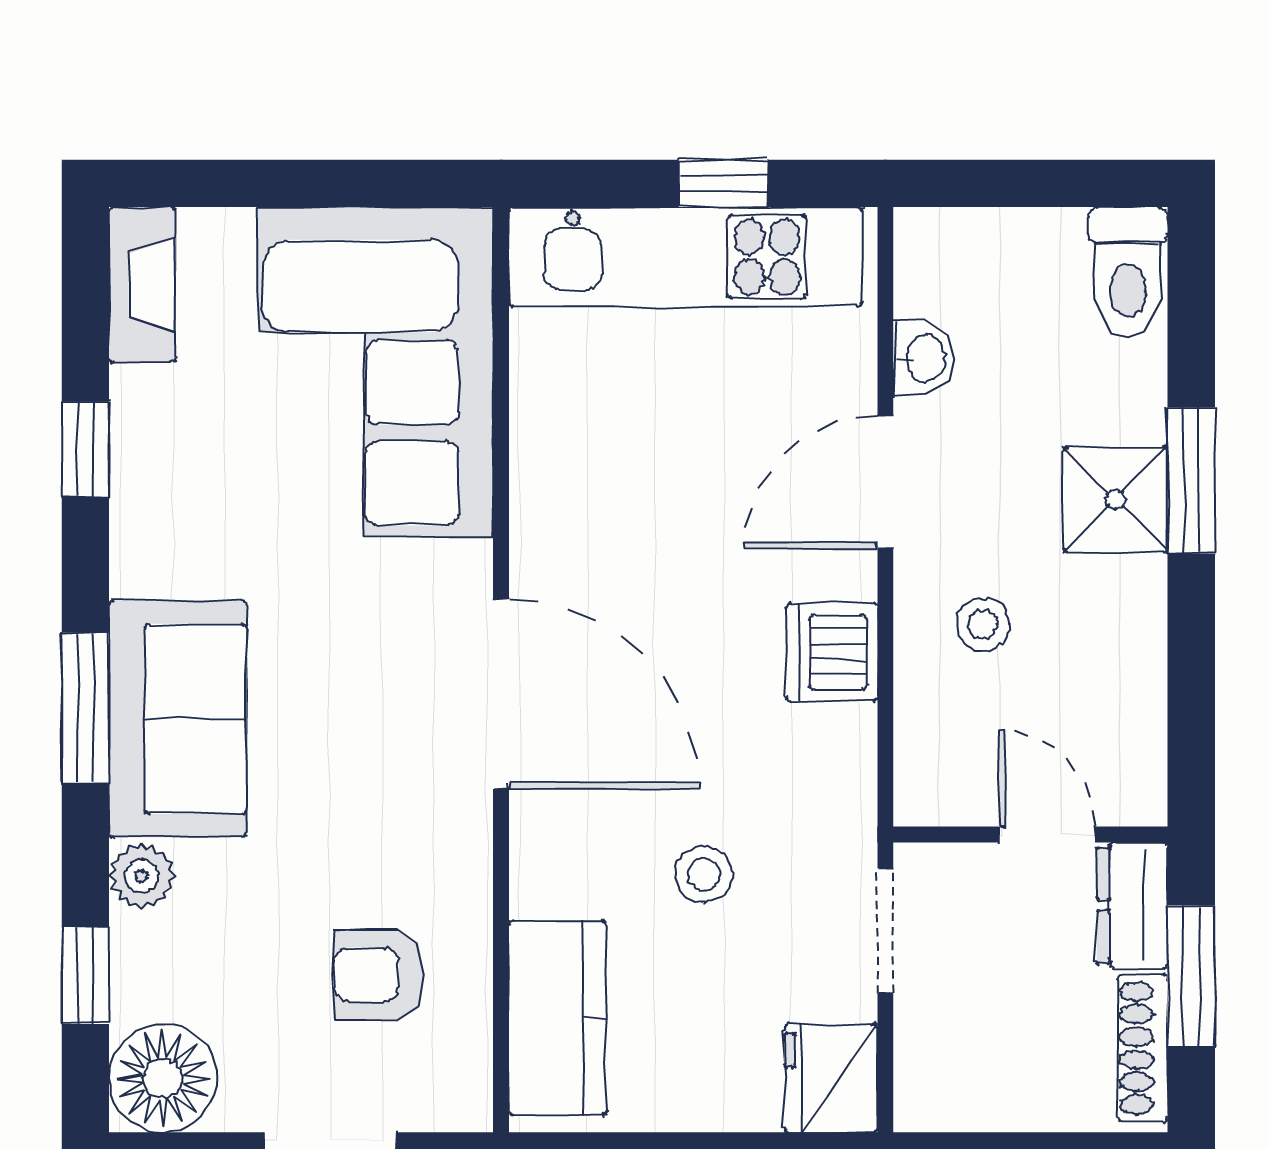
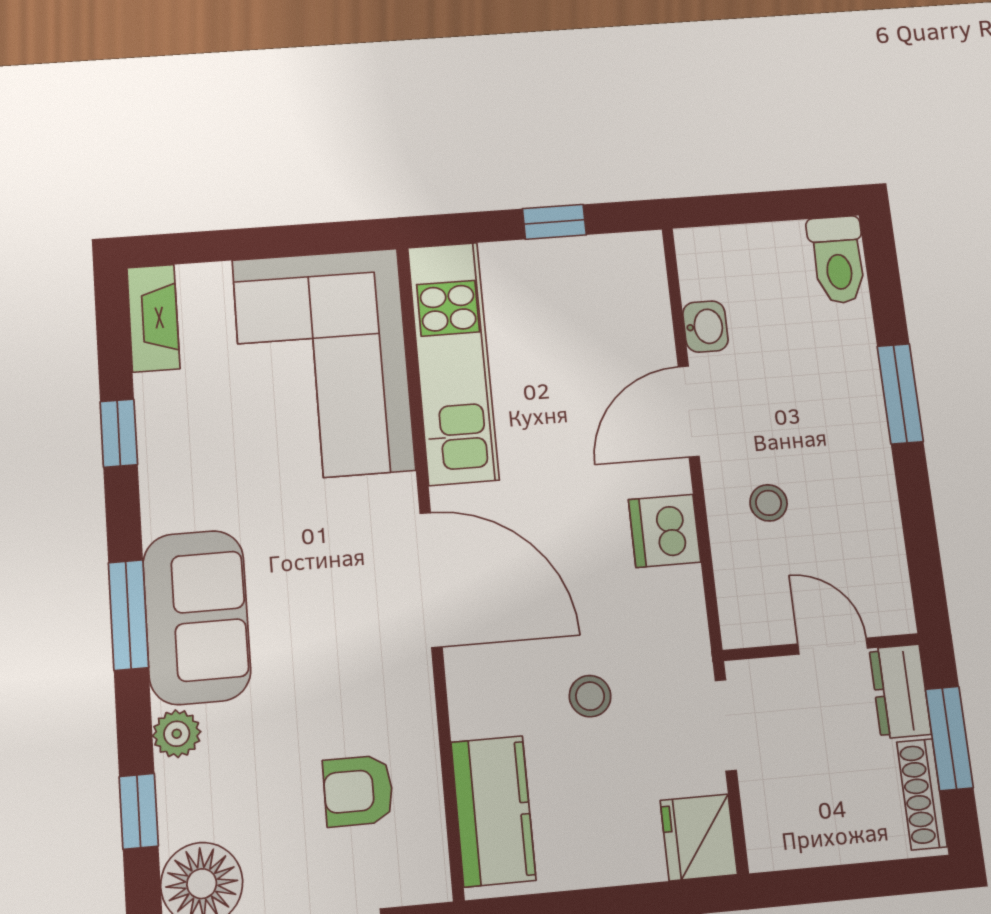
kitchen unit: (686, 257) -> (453, 363), moved, turned -90
shower: (1115, 499) -> (850, 410), removed

